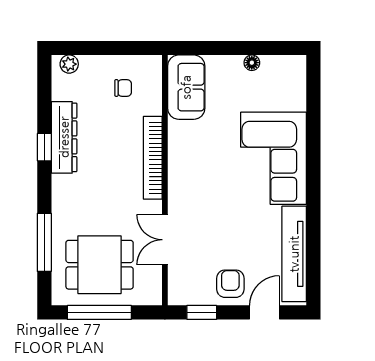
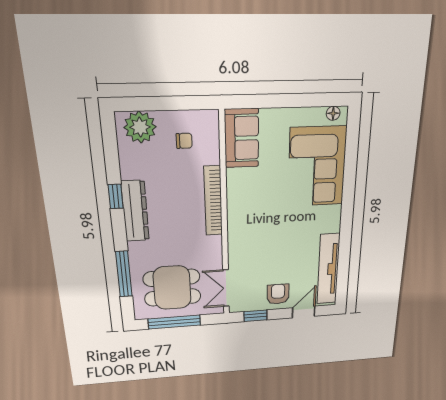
floor lamp: (252, 63) -> (333, 113), moved
plant: (69, 64) -> (140, 127), width x1.88, depth x1.88
dresser: (64, 137) -> (135, 211), moved
corner sofa: (274, 158) -> (317, 167), moved
double door: (165, 240) -> (226, 288), moved

